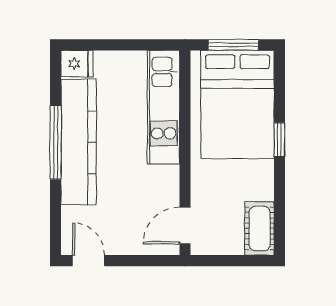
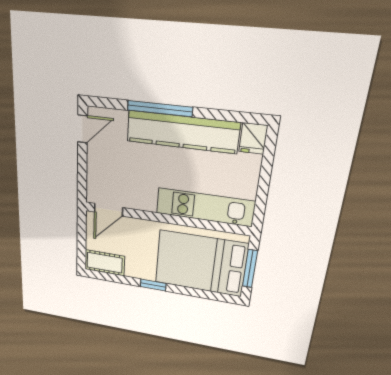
window: (279, 140) -> (153, 285), moved
window: (56, 142) -> (160, 109), moved
door: (185, 226) -> (108, 210), swing flipped

